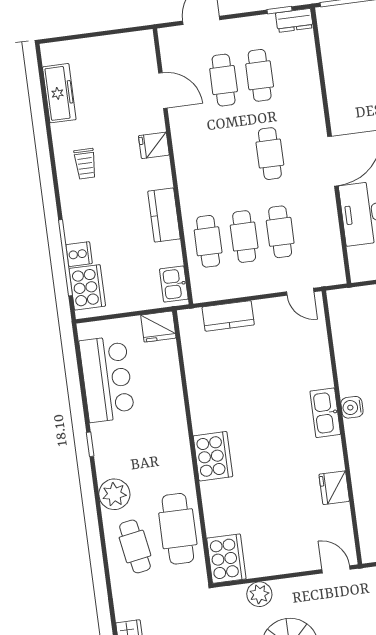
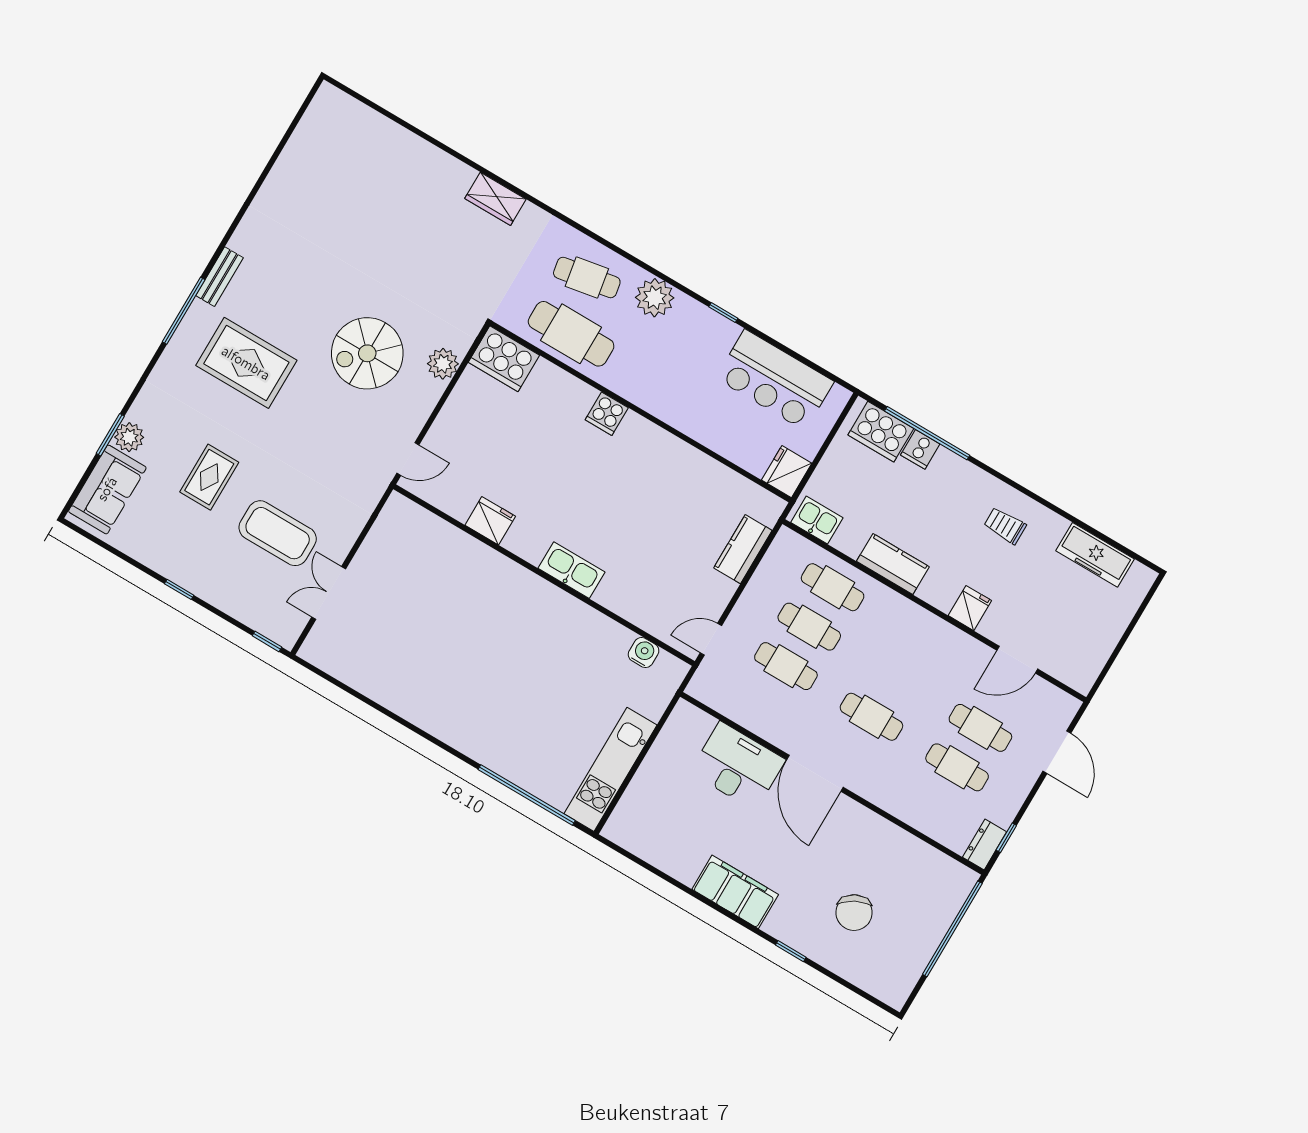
water cooler: (352, 407) -> (644, 653), moved
cooker: (213, 456) -> (607, 414), width x0.53, depth x0.76

